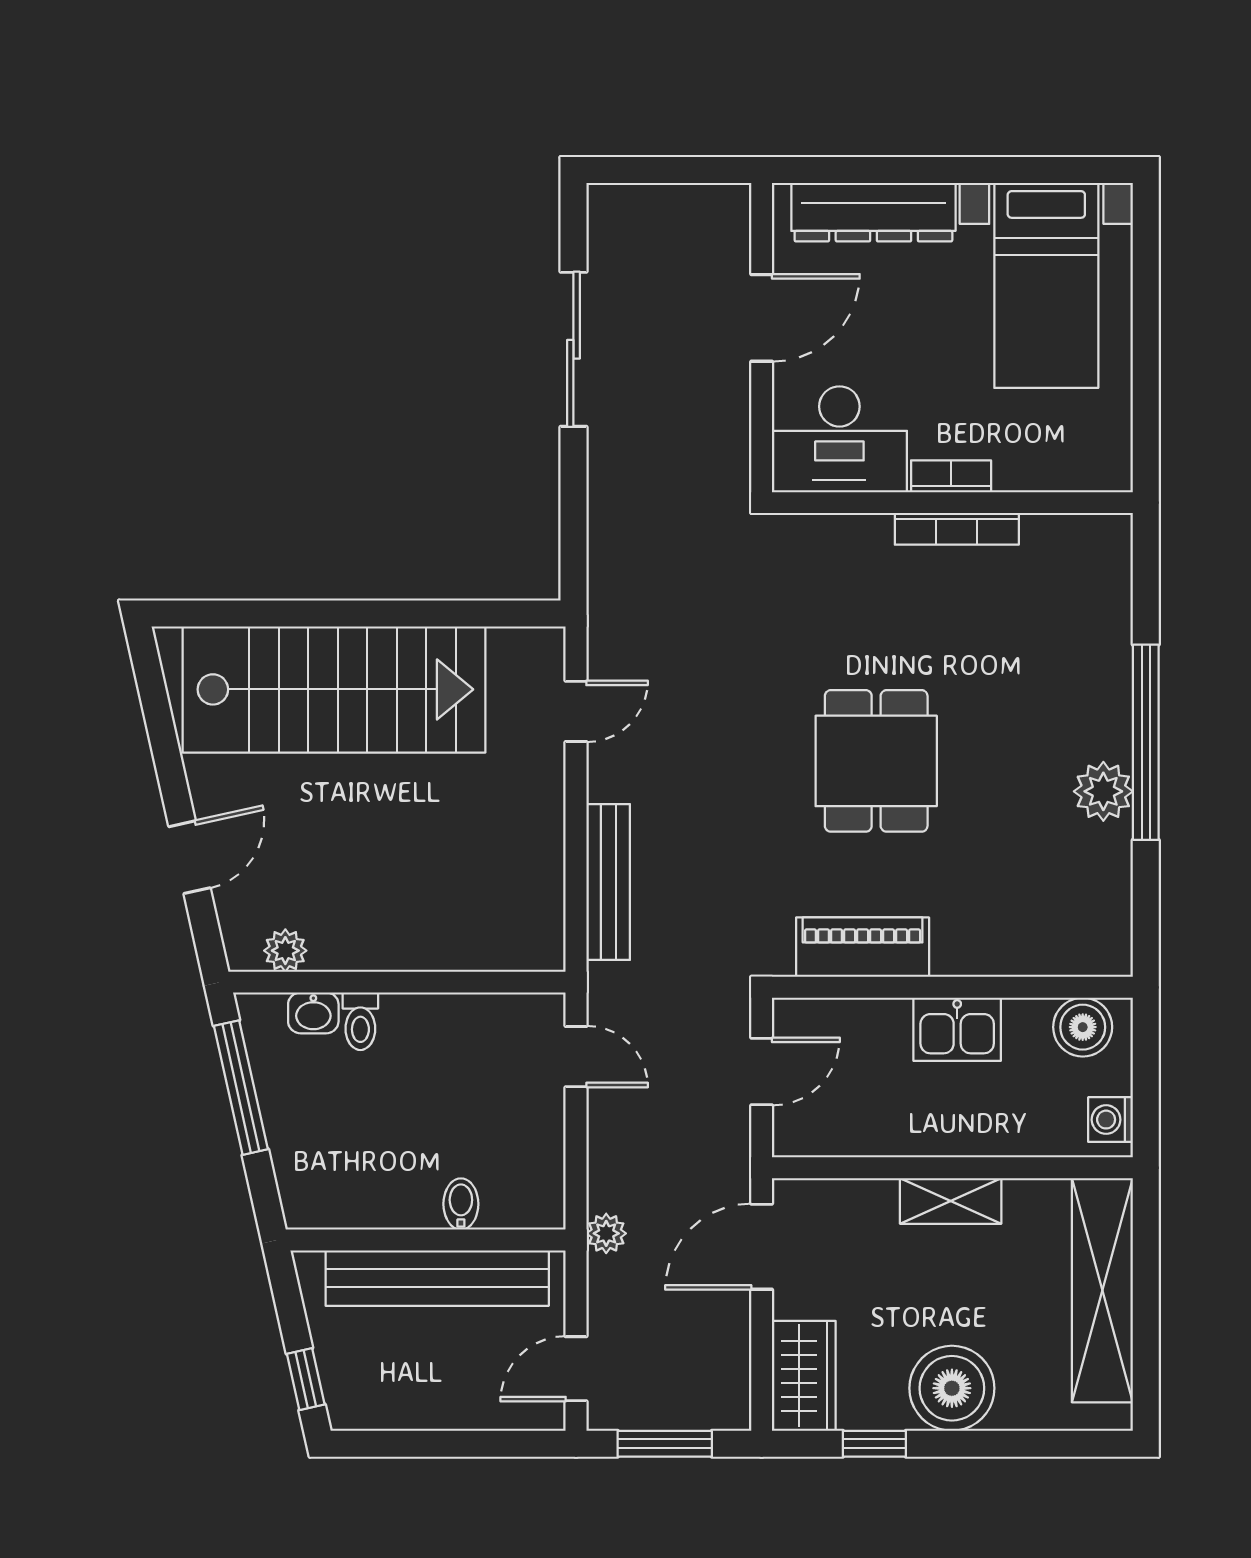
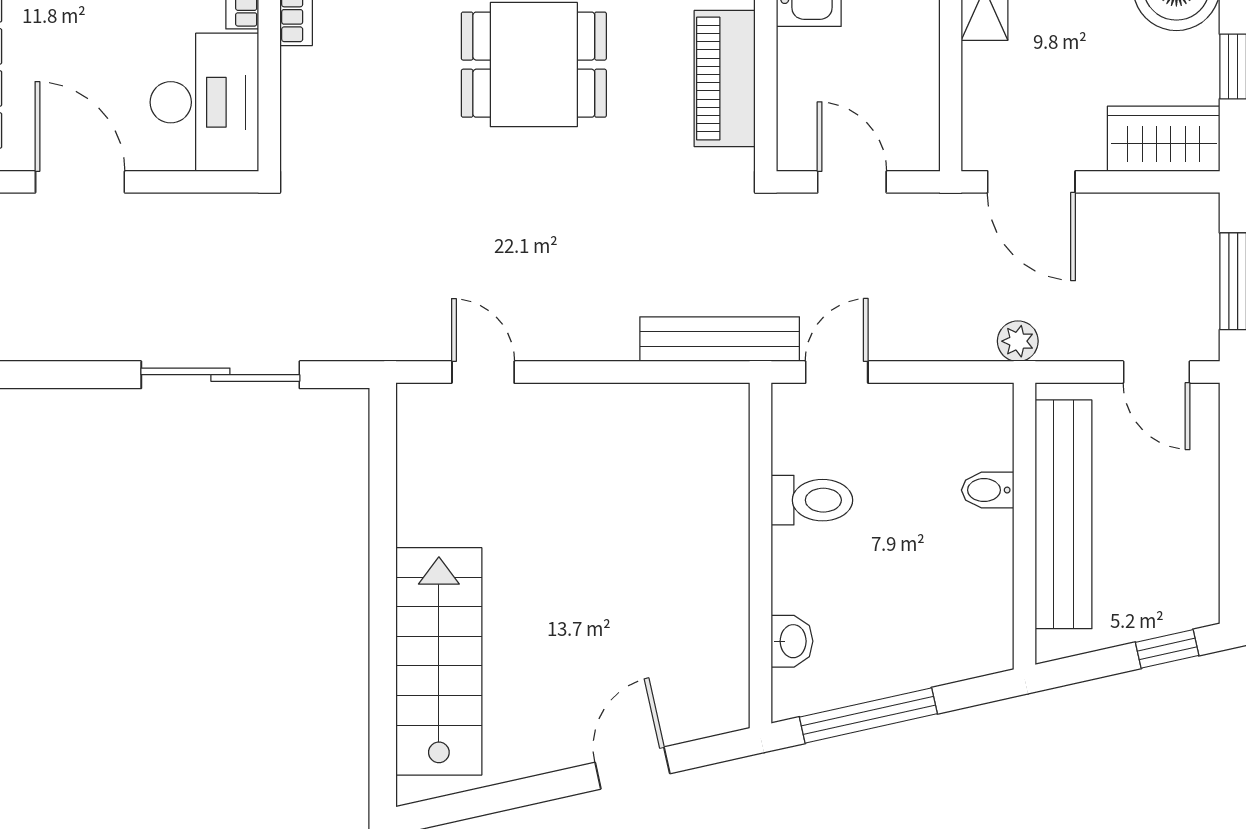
sliding door: (573, 349) -> (220, 375), moved
stairs: (334, 689) -> (439, 661), width x0.73, depth x0.66
door: (190, 857) -> (632, 768), hinge flipped
bench: (608, 882) -> (720, 339), moved
plant: (285, 951) -> (728, 670), removed
toilet: (360, 1021) -> (812, 500), moved, width x1.37, depth x1.39

